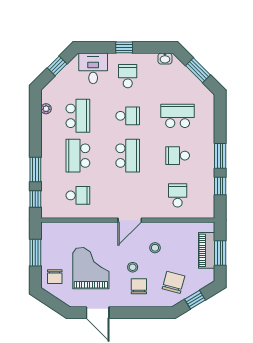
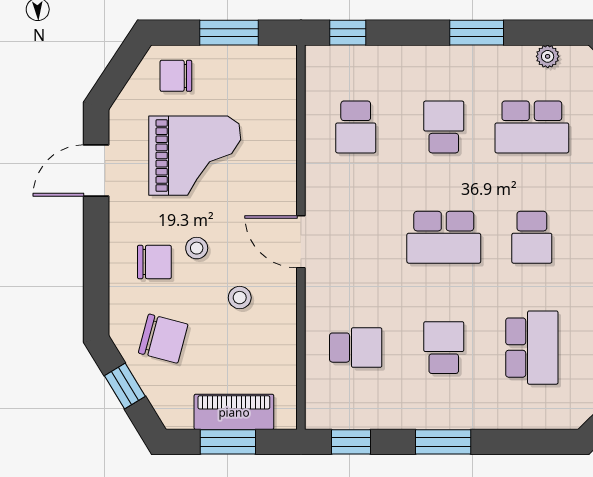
school desk: (78, 156) -> (444, 127), width x0.54
window: (35, 170) -> (477, 33), moved
window: (220, 186) -> (351, 442), moved

